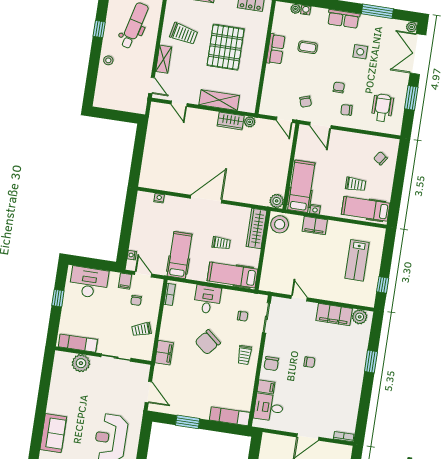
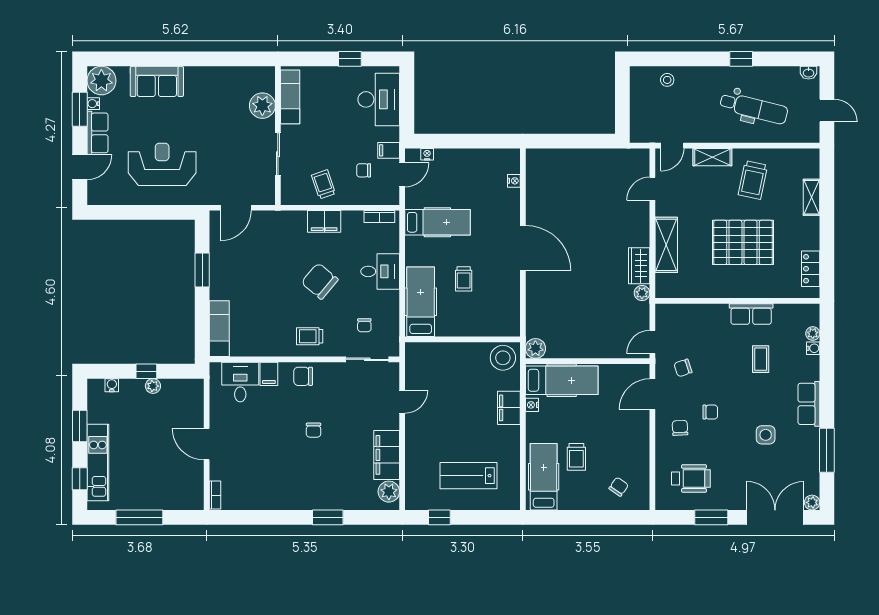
stool: (108, 60) -> (667, 80), moved
wardrobe: (256, 228) -> (492, 326), removed
filing cabinet: (164, 353) -> (324, 221), moved

